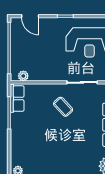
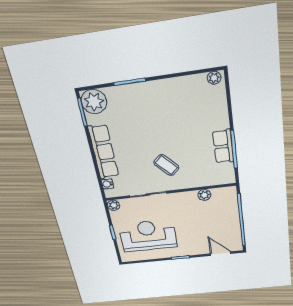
plant: (23, 76) -> (204, 195), moved
row of seats: (17, 98) -> (223, 146), moved

